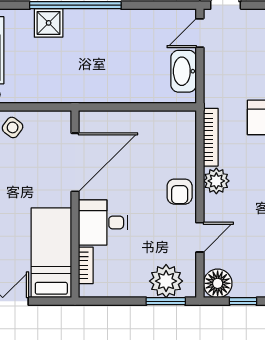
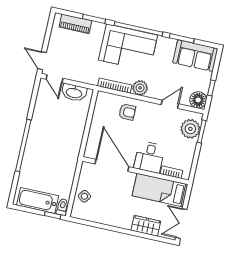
shower: (49, 23) -> (30, 163), removed
armchair: (180, 192) -> (127, 112), moved
door: (200, 237) -> (170, 104), hinge flipped

